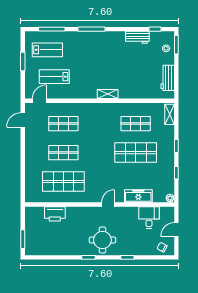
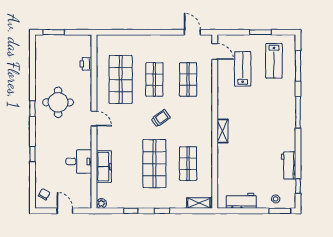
trolley: (97, 147) -> (161, 118), added
door: (108, 204) -> (94, 119), moved
printer: (55, 214) -> (86, 64), width x0.53, depth x0.68
desk: (149, 217) -> (79, 161), moved
round table: (102, 240) -> (58, 102), moved

